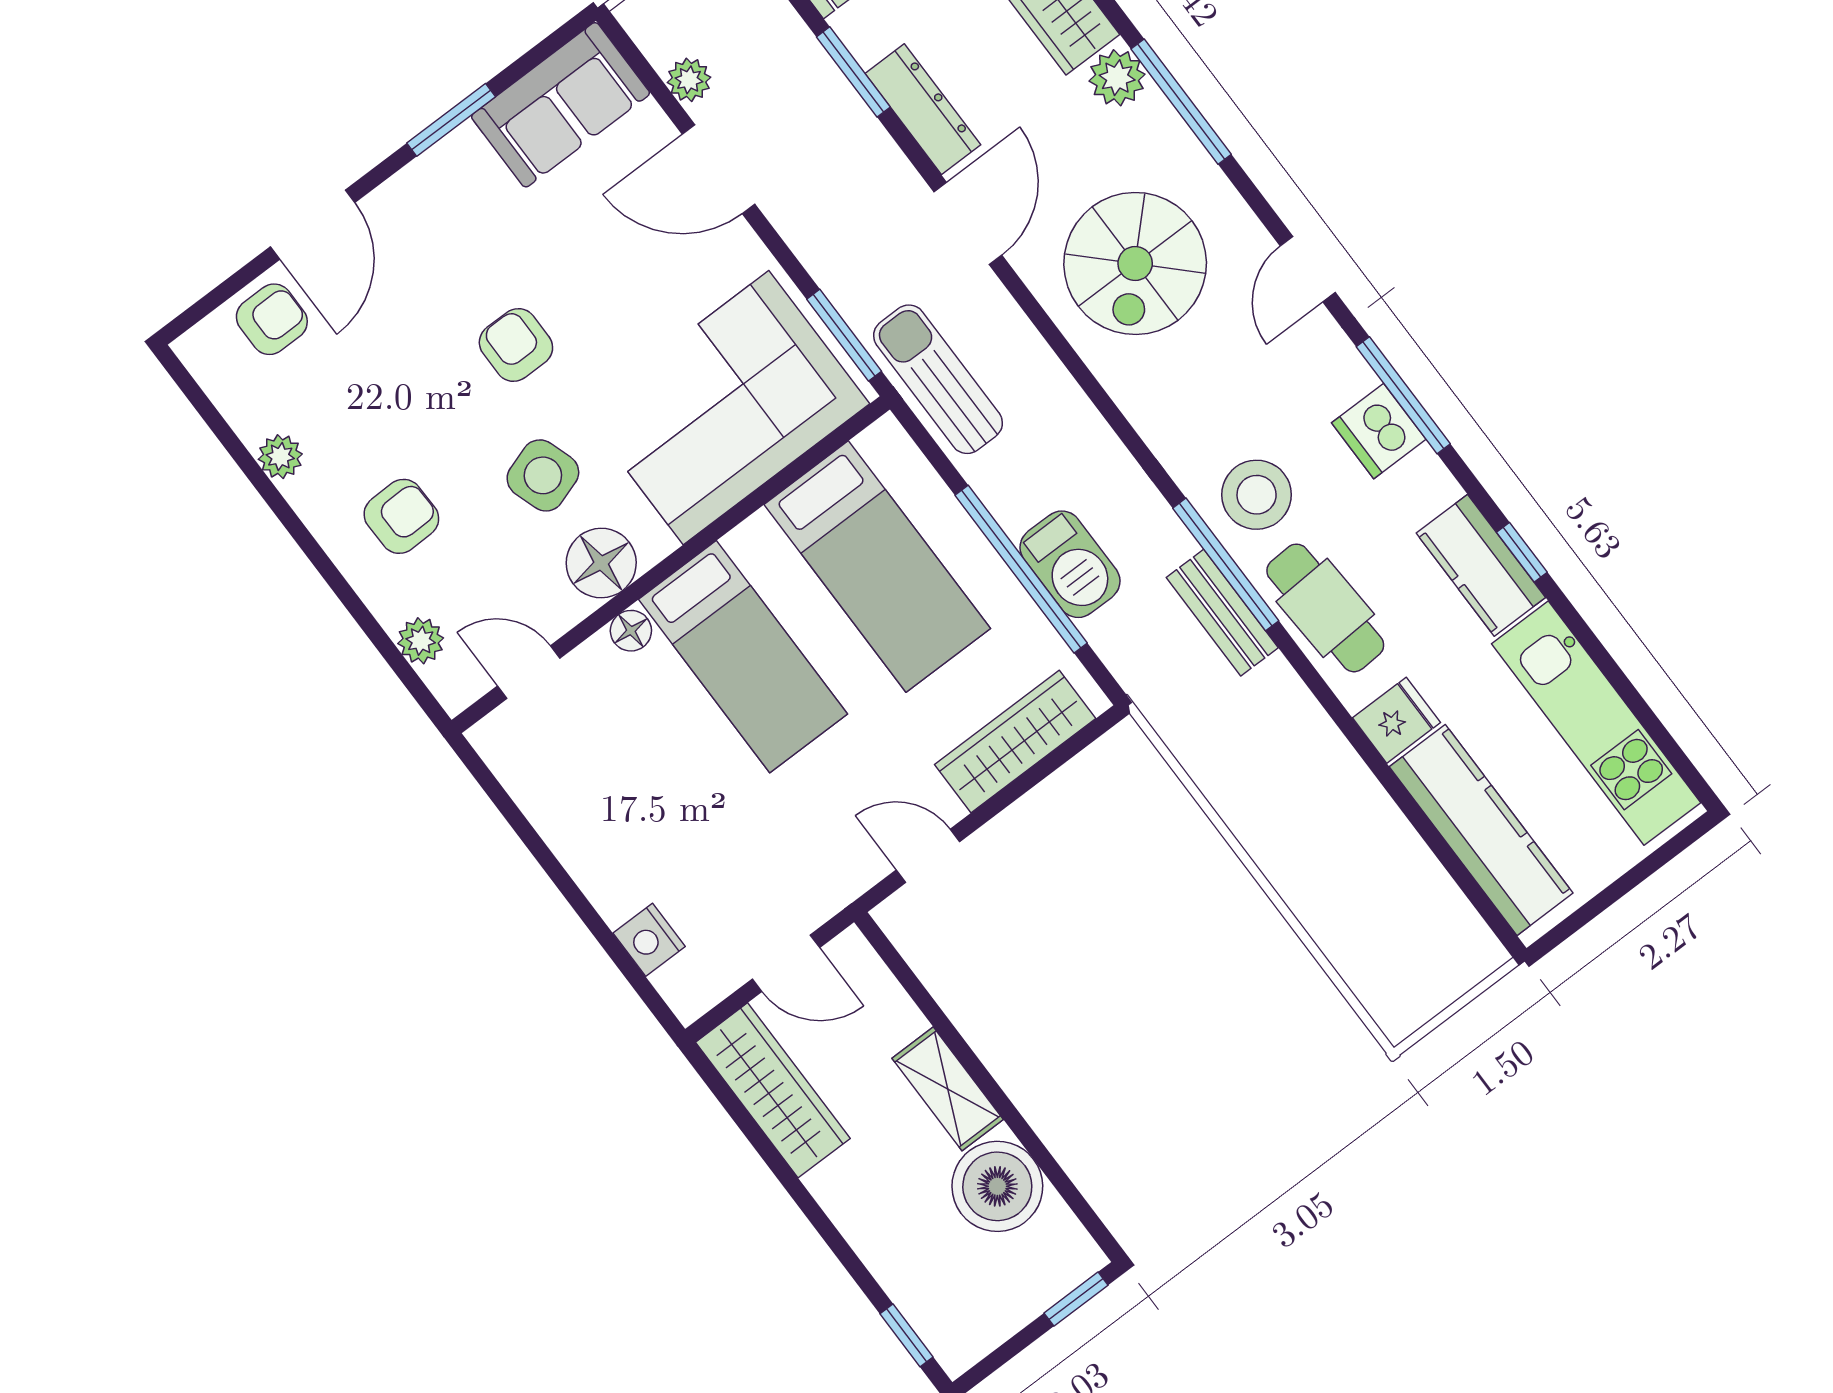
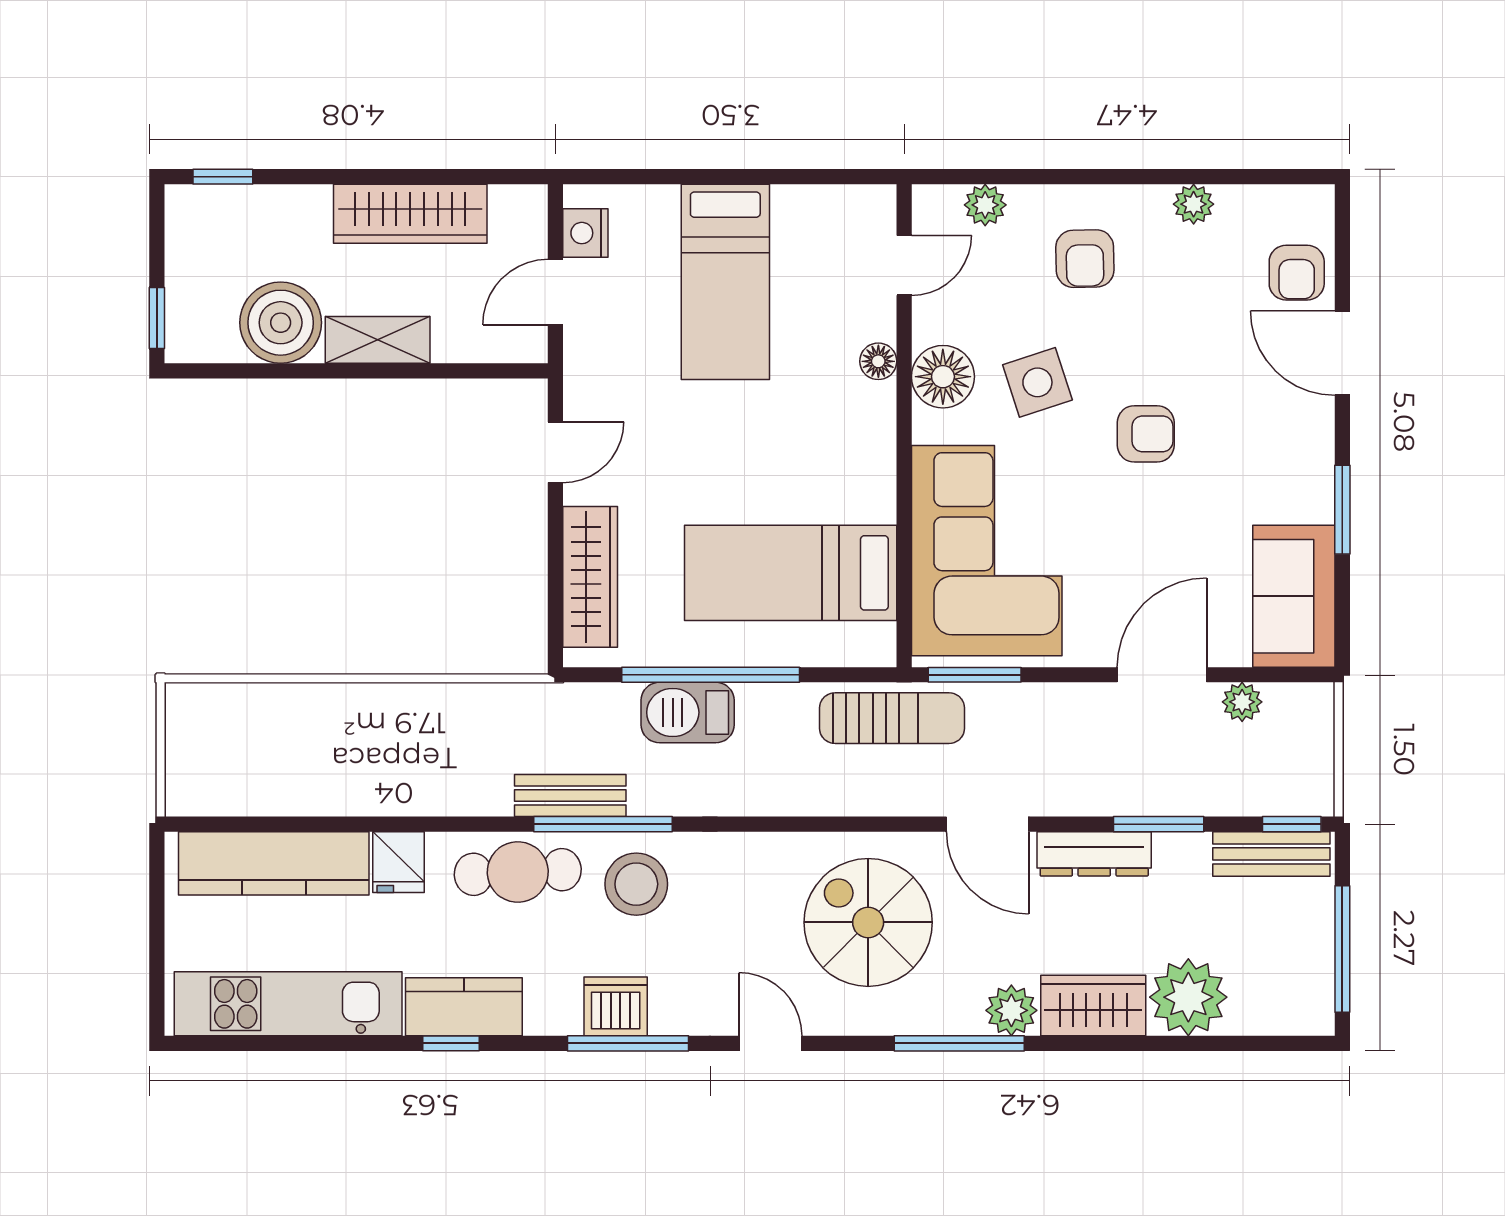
bed: (743, 657) -> (725, 282), moved, turned -90
nightstand: (649, 940) -> (585, 233), moved, turned -90
wardrobe: (773, 1090) -> (410, 214), moved

